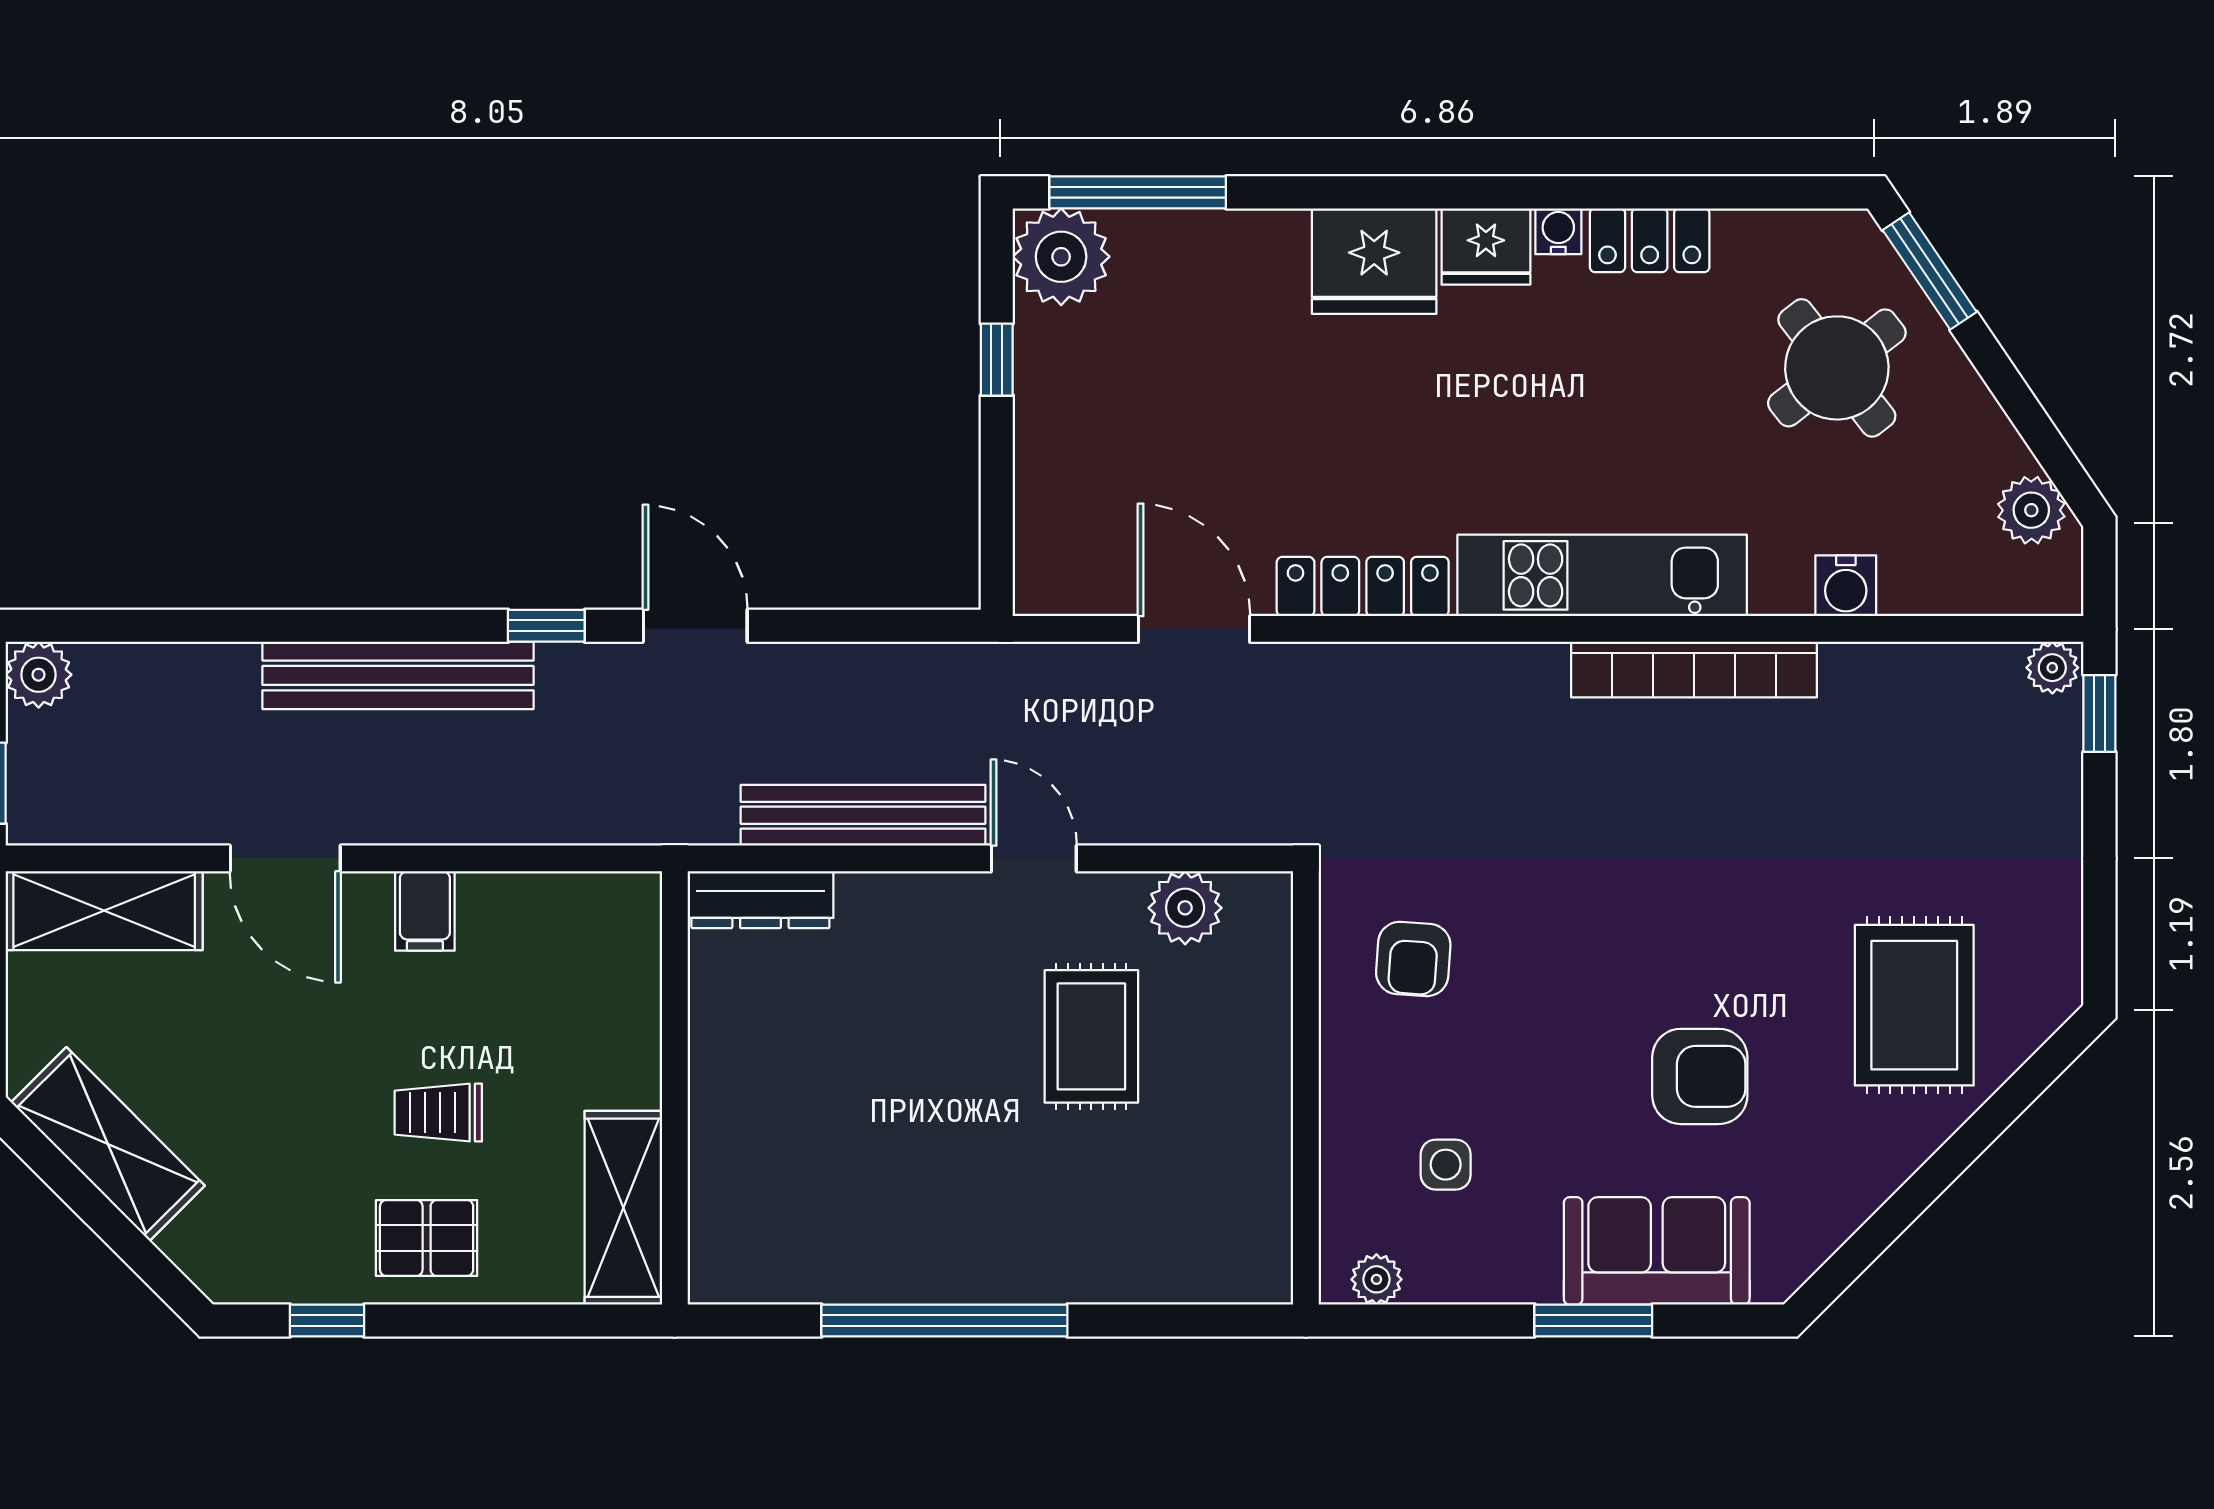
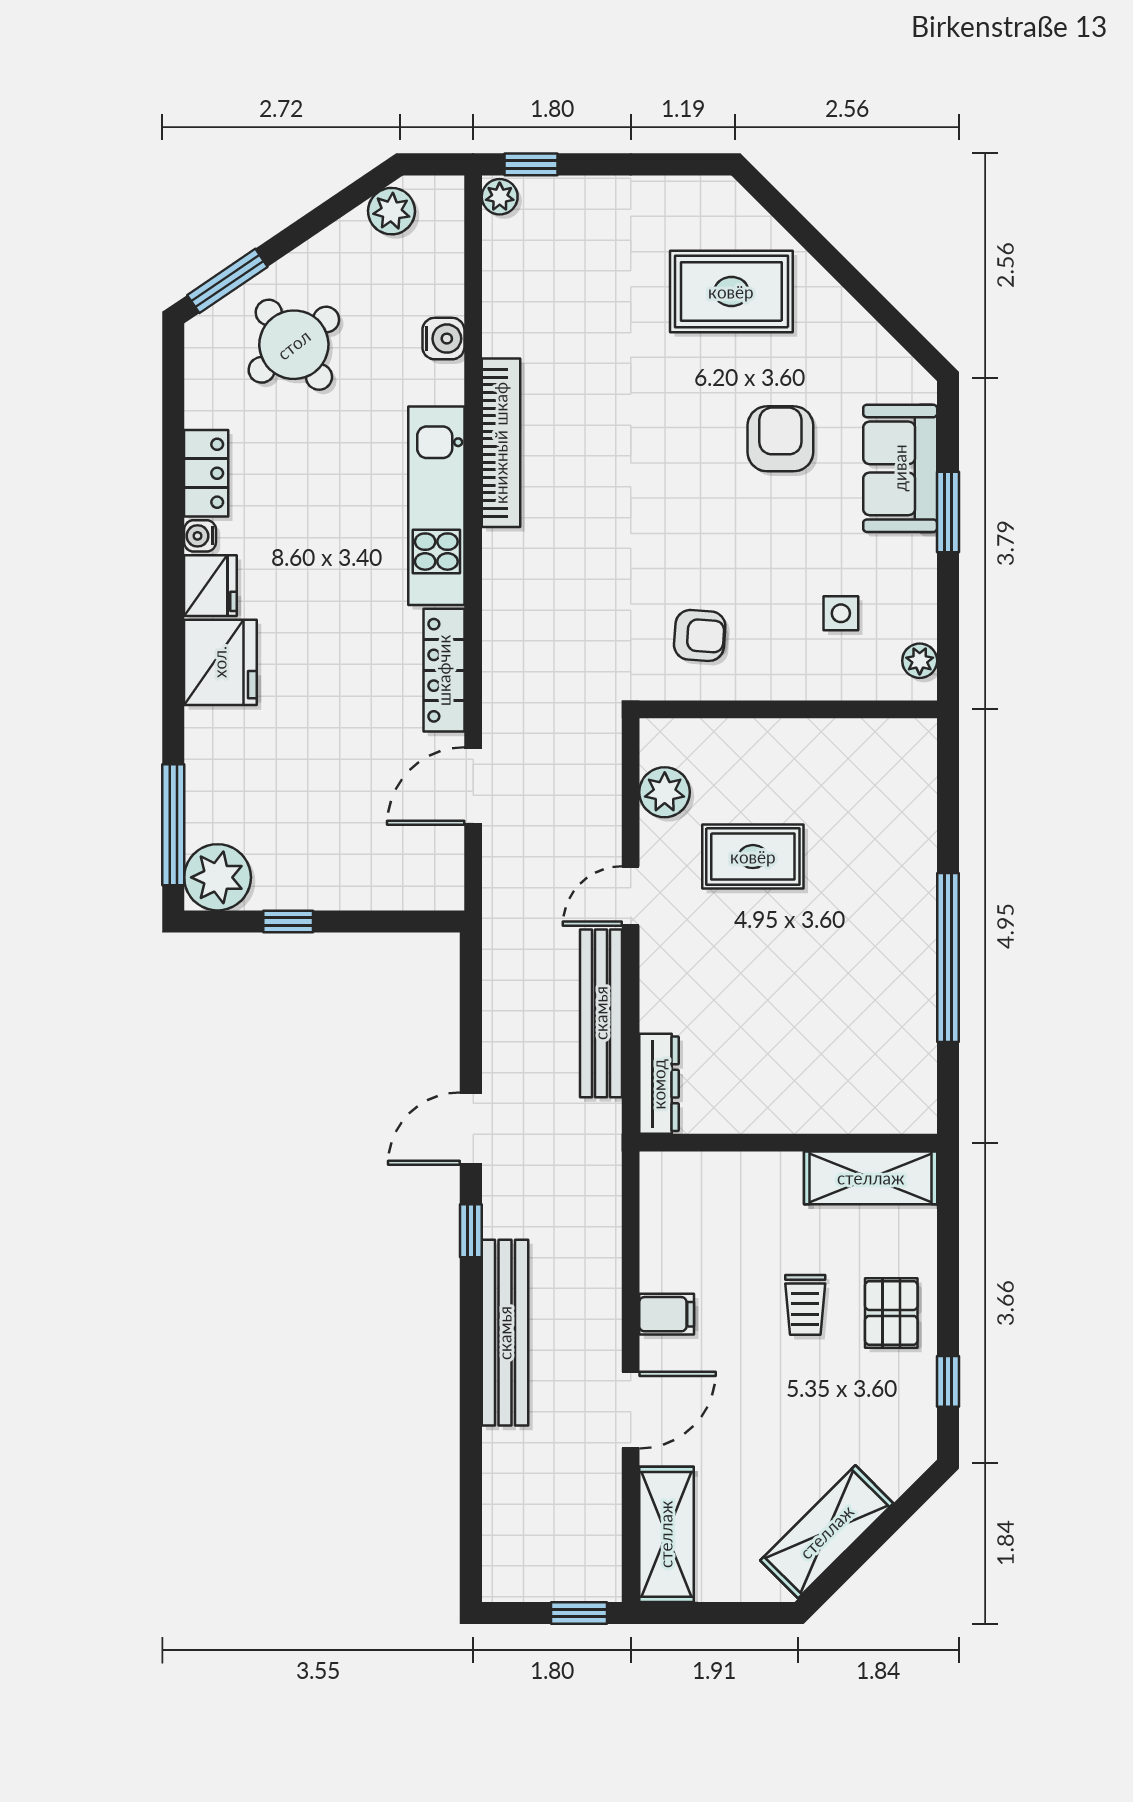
plant: (39, 675) -> (505, 1579), removed

